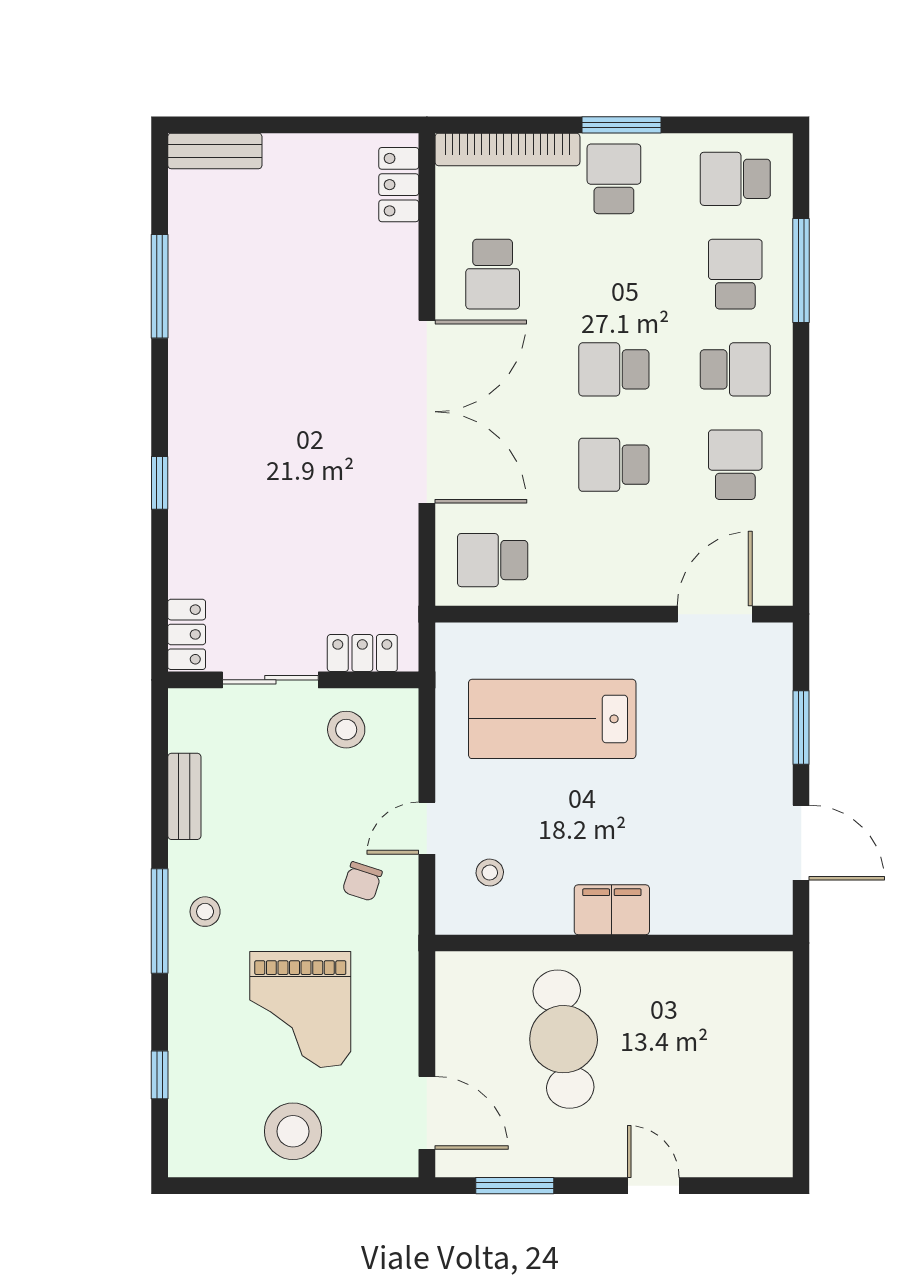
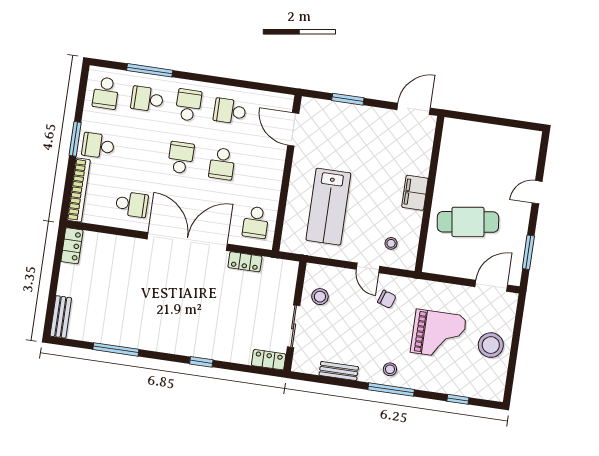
locker: (399, 185) -> (72, 246), moved, turned -90
school desk: (614, 369) -> (181, 158), turned 180
locker: (362, 653) -> (245, 262), moved, turned -90
door: (801, 843) -> (414, 109), moved

